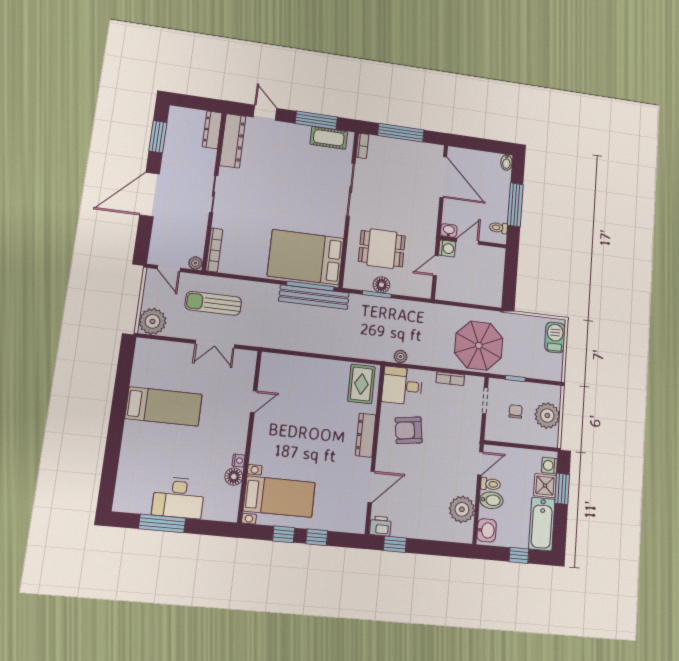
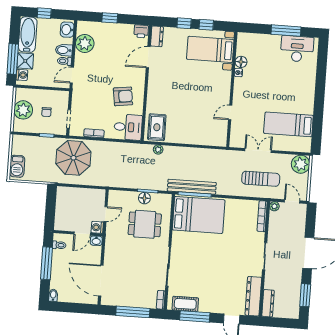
plant: (400, 357) -> (158, 150), moved
bed: (164, 406) -> (288, 124), moved
dresser: (366, 435) -> (157, 36), moved, width x0.70
window: (562, 489) -> (13, 59), width x1.44
desk: (178, 498) -> (297, 49), moved
window: (395, 544) -> (110, 18), moved

